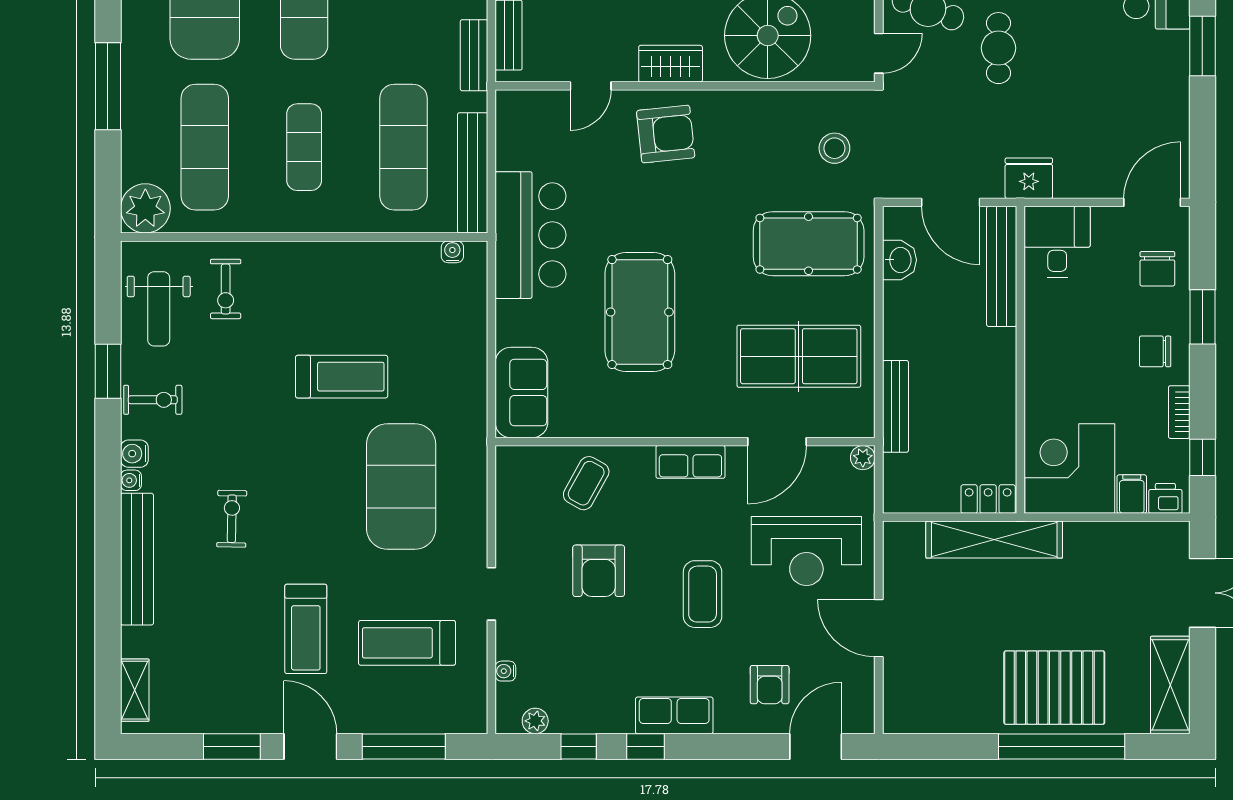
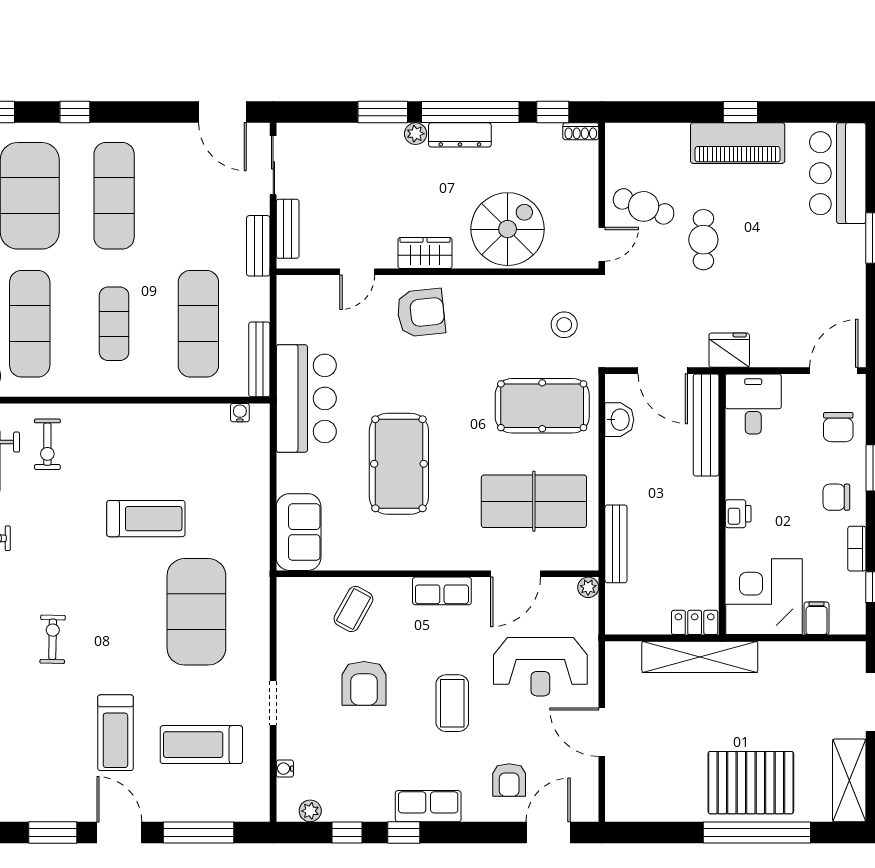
bench: (473, 173) -> (259, 359), width x0.73, depth x0.82
printer: (1165, 498) -> (738, 514), moved, turned 90

